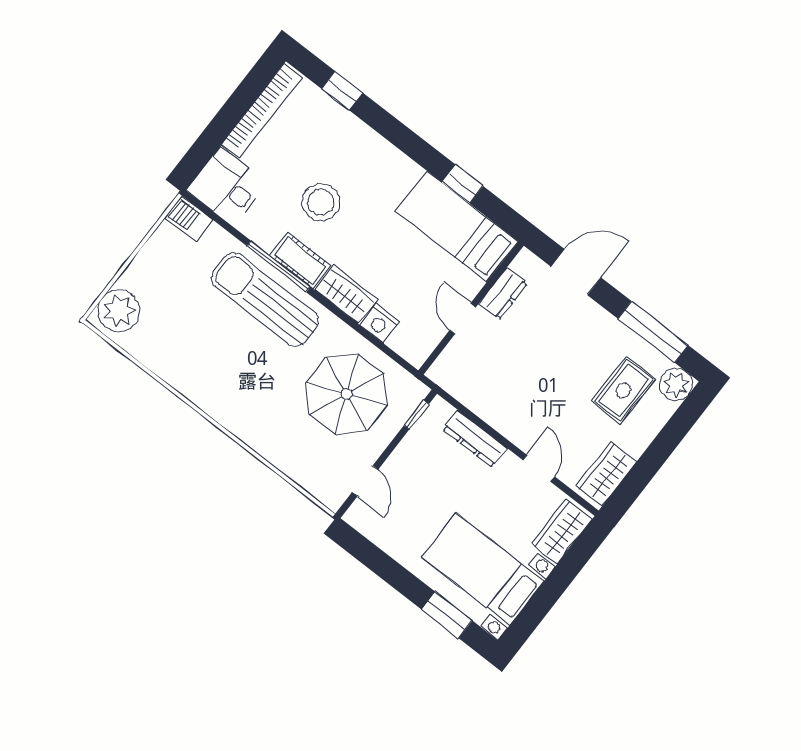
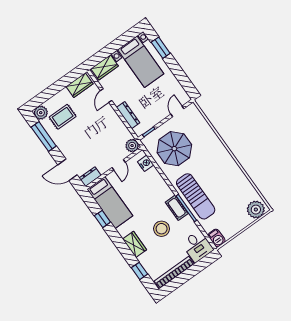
wardrobe: (346, 294) -> (135, 244), moved, turned 180
dresser: (503, 294) -> (90, 177), moved
nightstand: (380, 323) -> (146, 163), moved
plant: (445, 372) -> (132, 146), added

